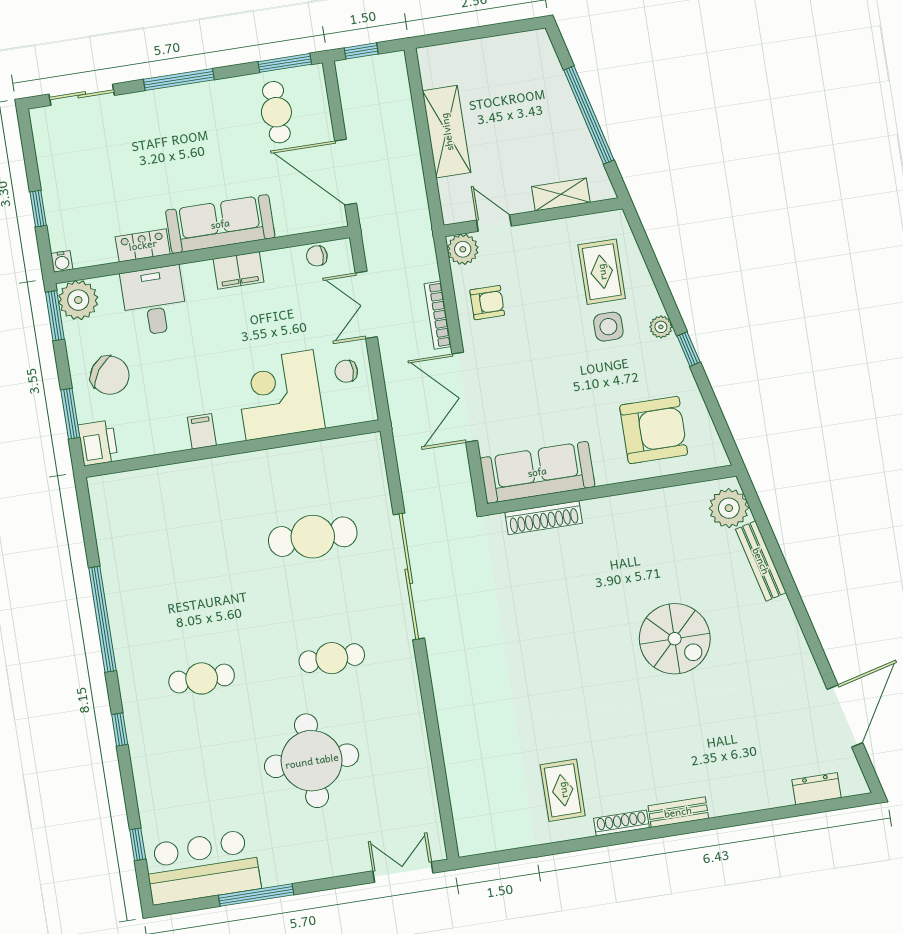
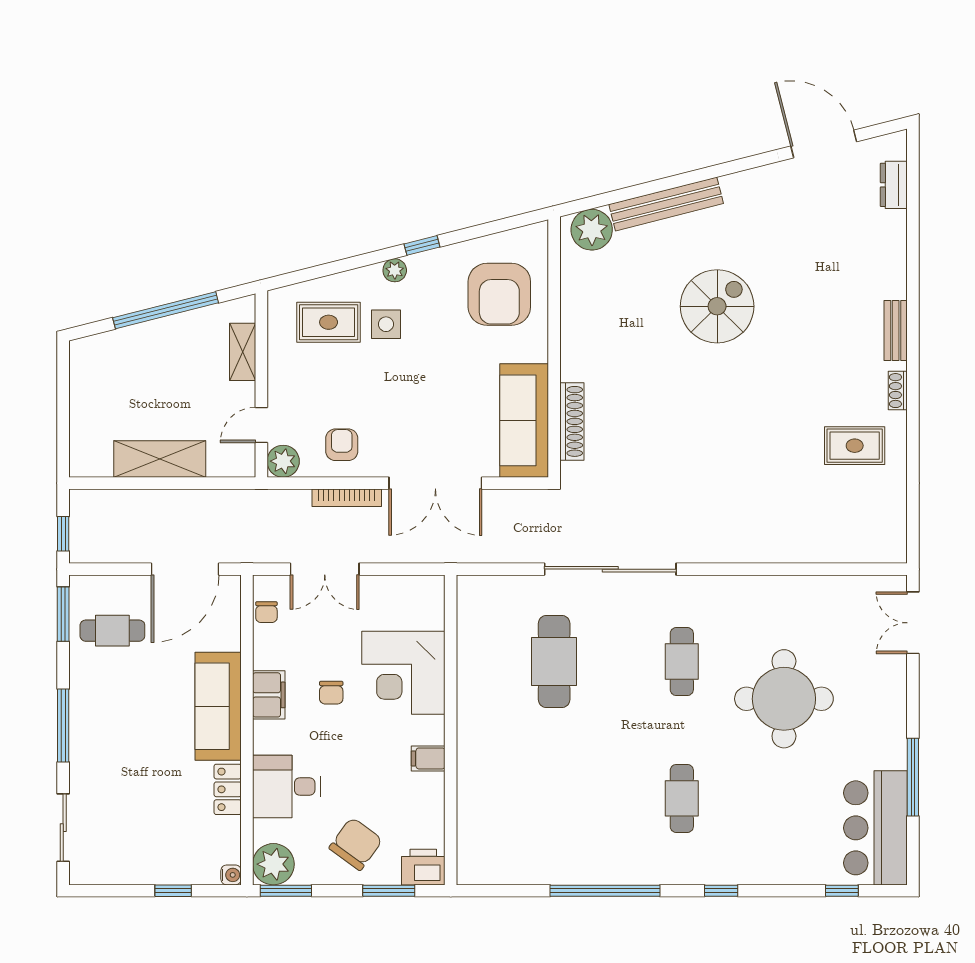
chair: (346, 371) -> (331, 693), moved
armchair: (654, 430) -> (499, 294), turned 180
bench: (761, 561) -> (666, 204), width x1.37, depth x1.21
shoe rack: (621, 823) -> (898, 391), width x0.70

